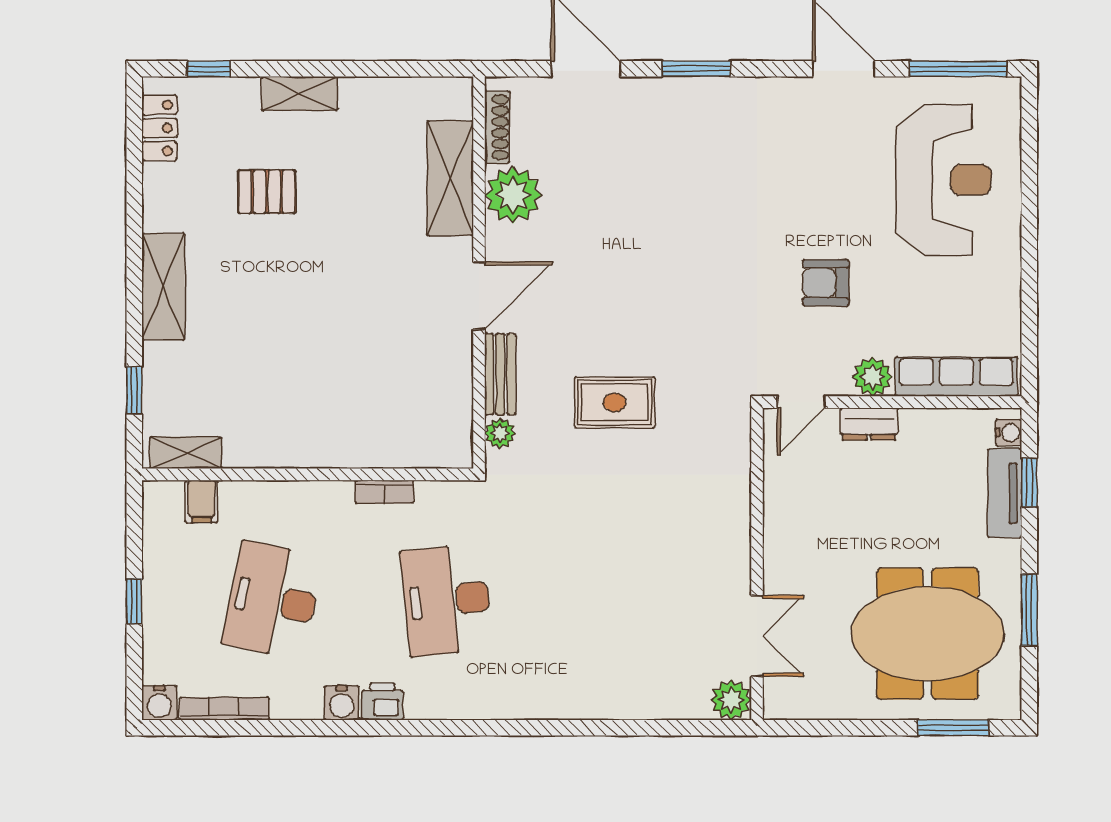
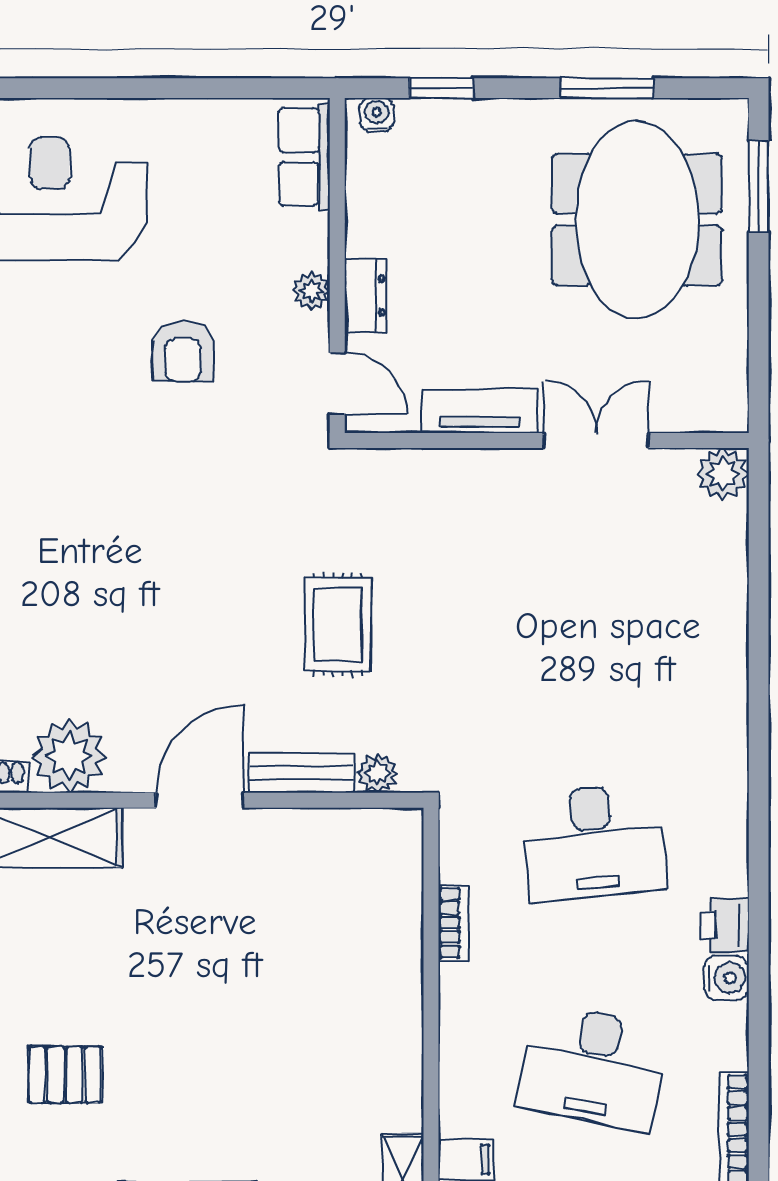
pallet: (267, 192) -> (65, 1075), turned 90
door: (479, 296) -> (200, 800), hinge flipped
plant: (872, 377) -> (311, 291), width x0.73, depth x0.73
row of seats: (956, 377) -> (304, 157), width x0.68
tv unit: (1005, 493) -> (480, 411), moved, turned 180
double door: (757, 636) -> (596, 440), moved

